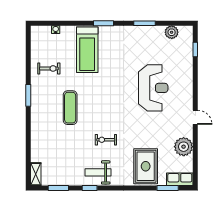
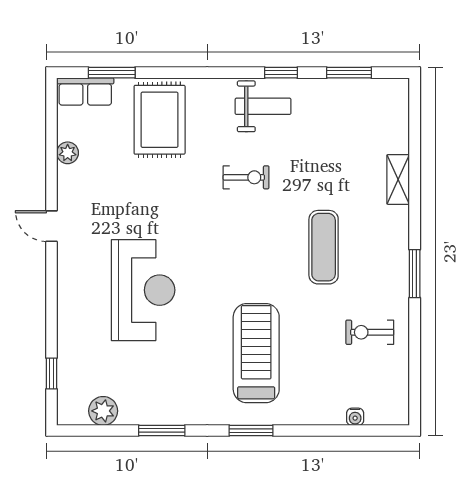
treadmill: (87, 50) -> (256, 353), moved
reception desk: (153, 88) -> (143, 290), turned 180
plant: (184, 147) -> (68, 153), width x0.53, depth x0.53
shelving: (36, 174) -> (398, 179), moved

